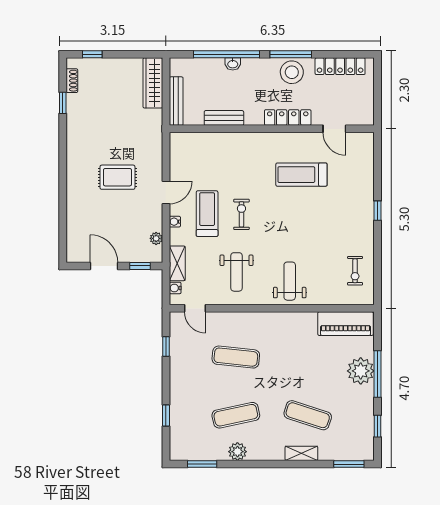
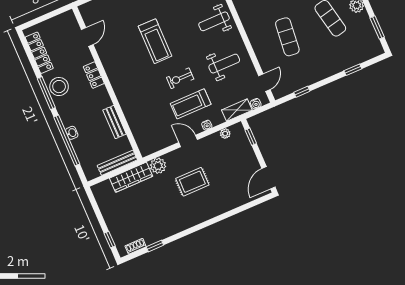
wardrobe: (153, 83) -> (131, 177), moved
locker: (288, 117) -> (94, 75), width x0.66
plant: (153, 146) -> (158, 166), added
treadmill: (301, 175) -> (155, 41), moved
rug: (117, 177) -> (192, 182), turned 90
door: (104, 266) -> (268, 178), moved

